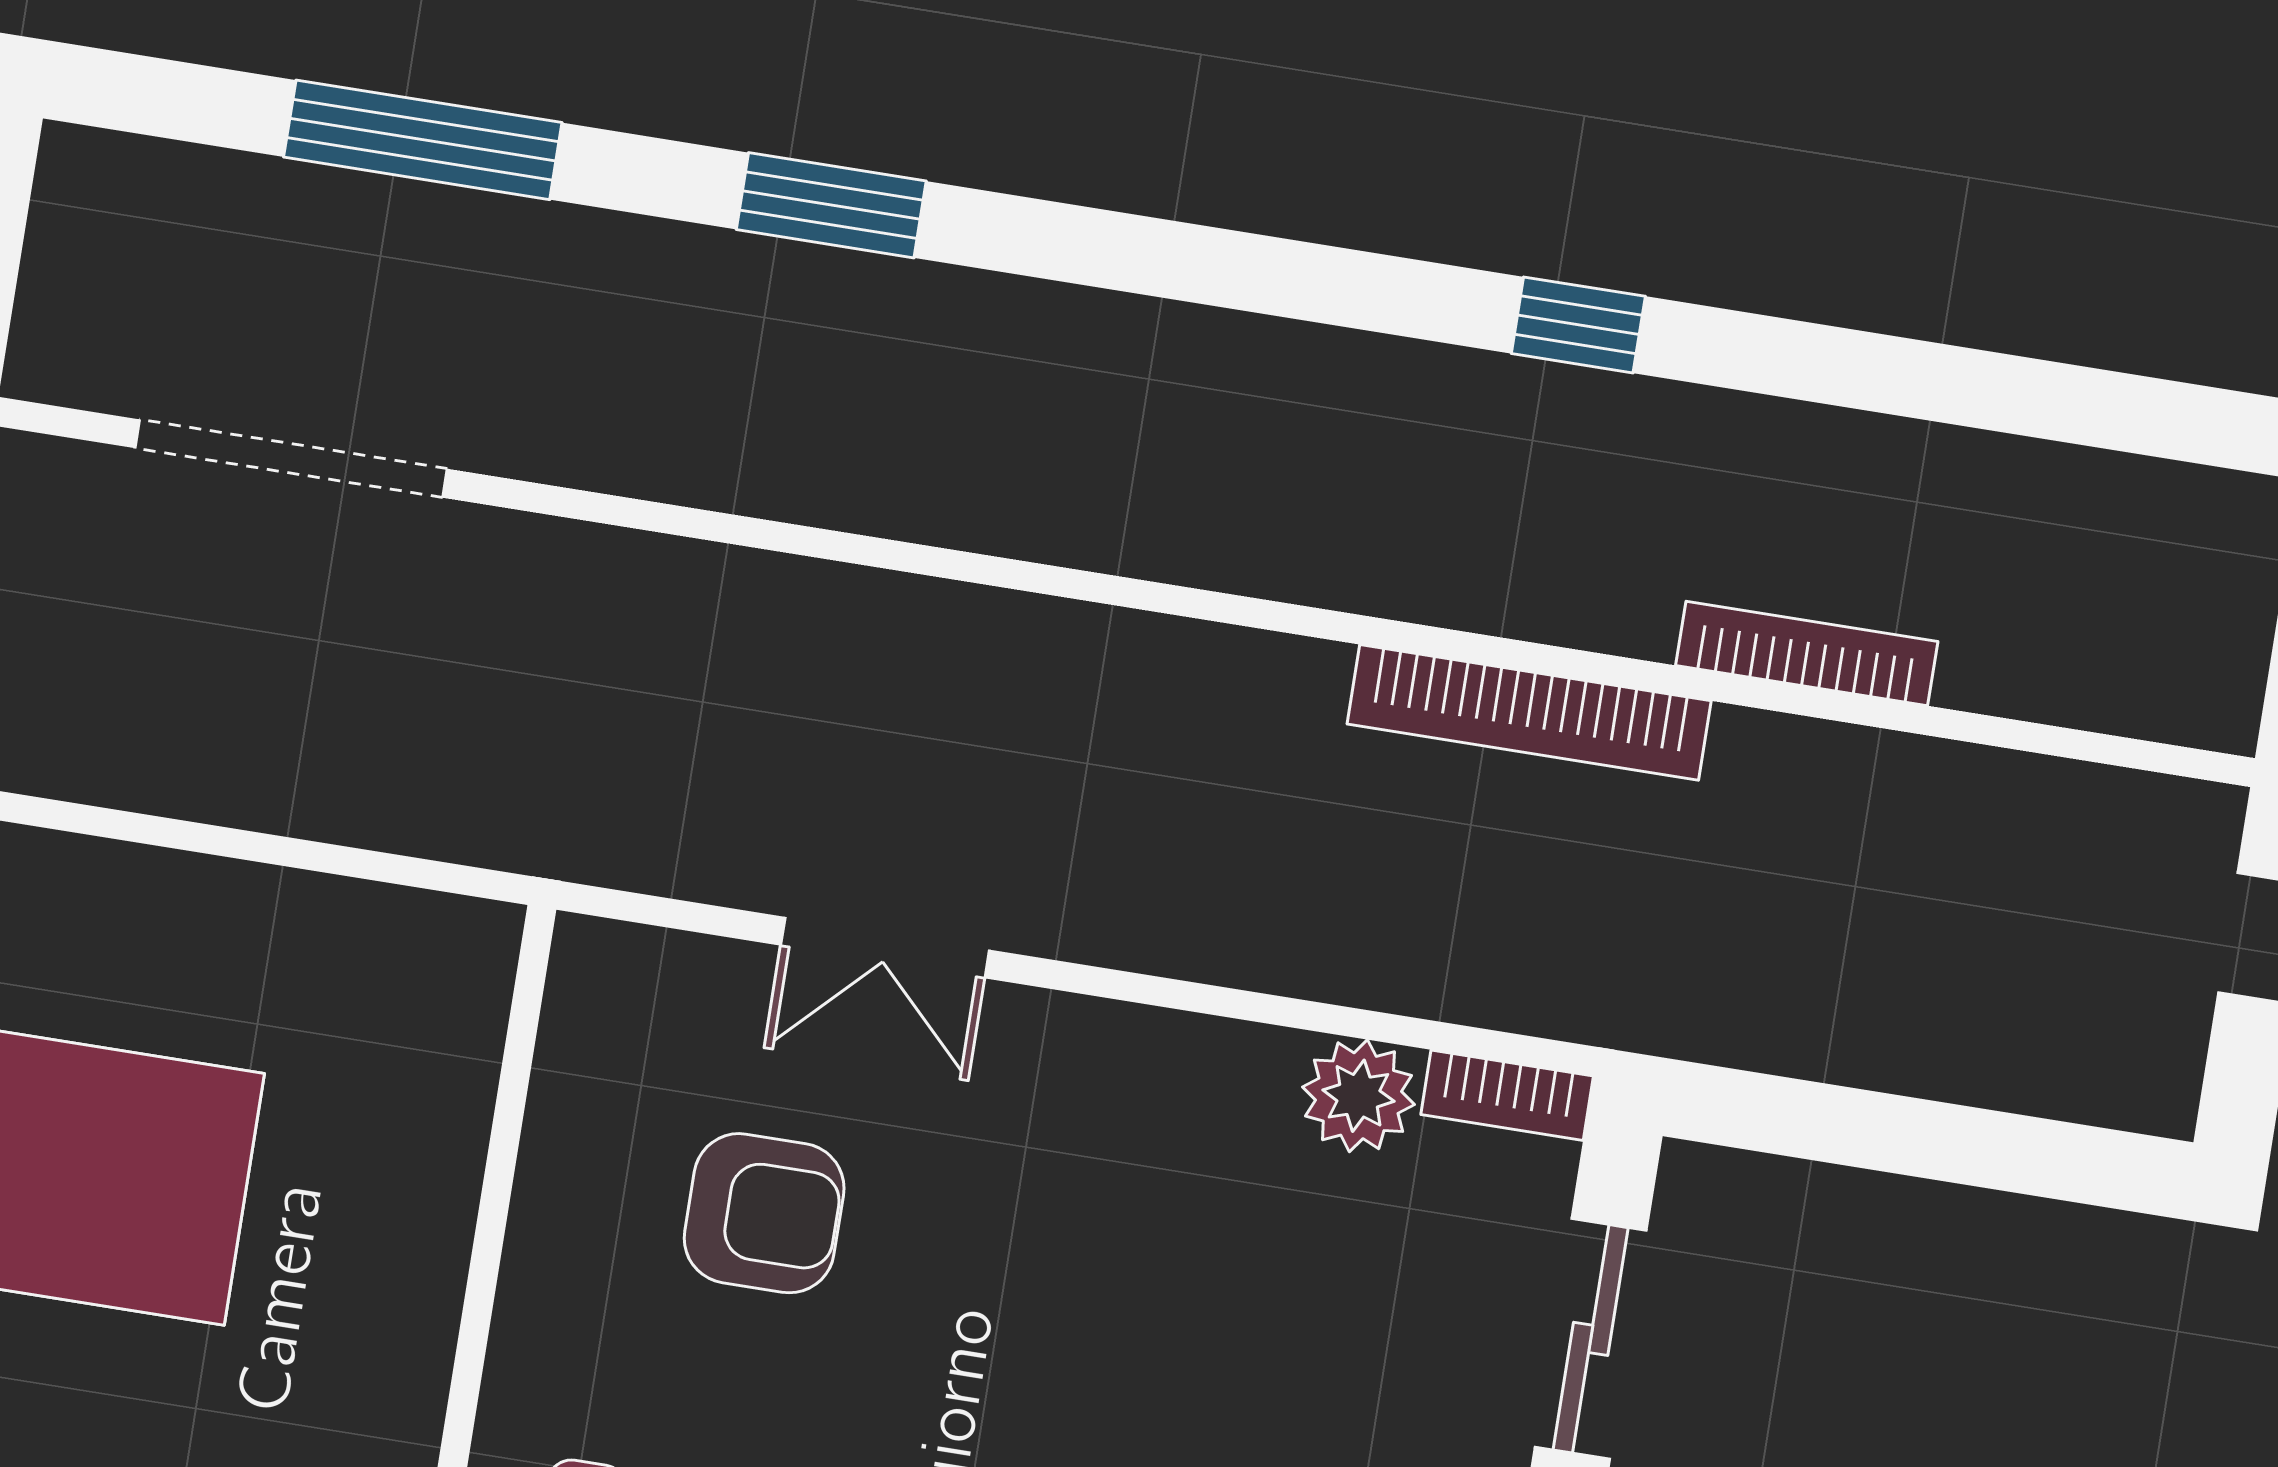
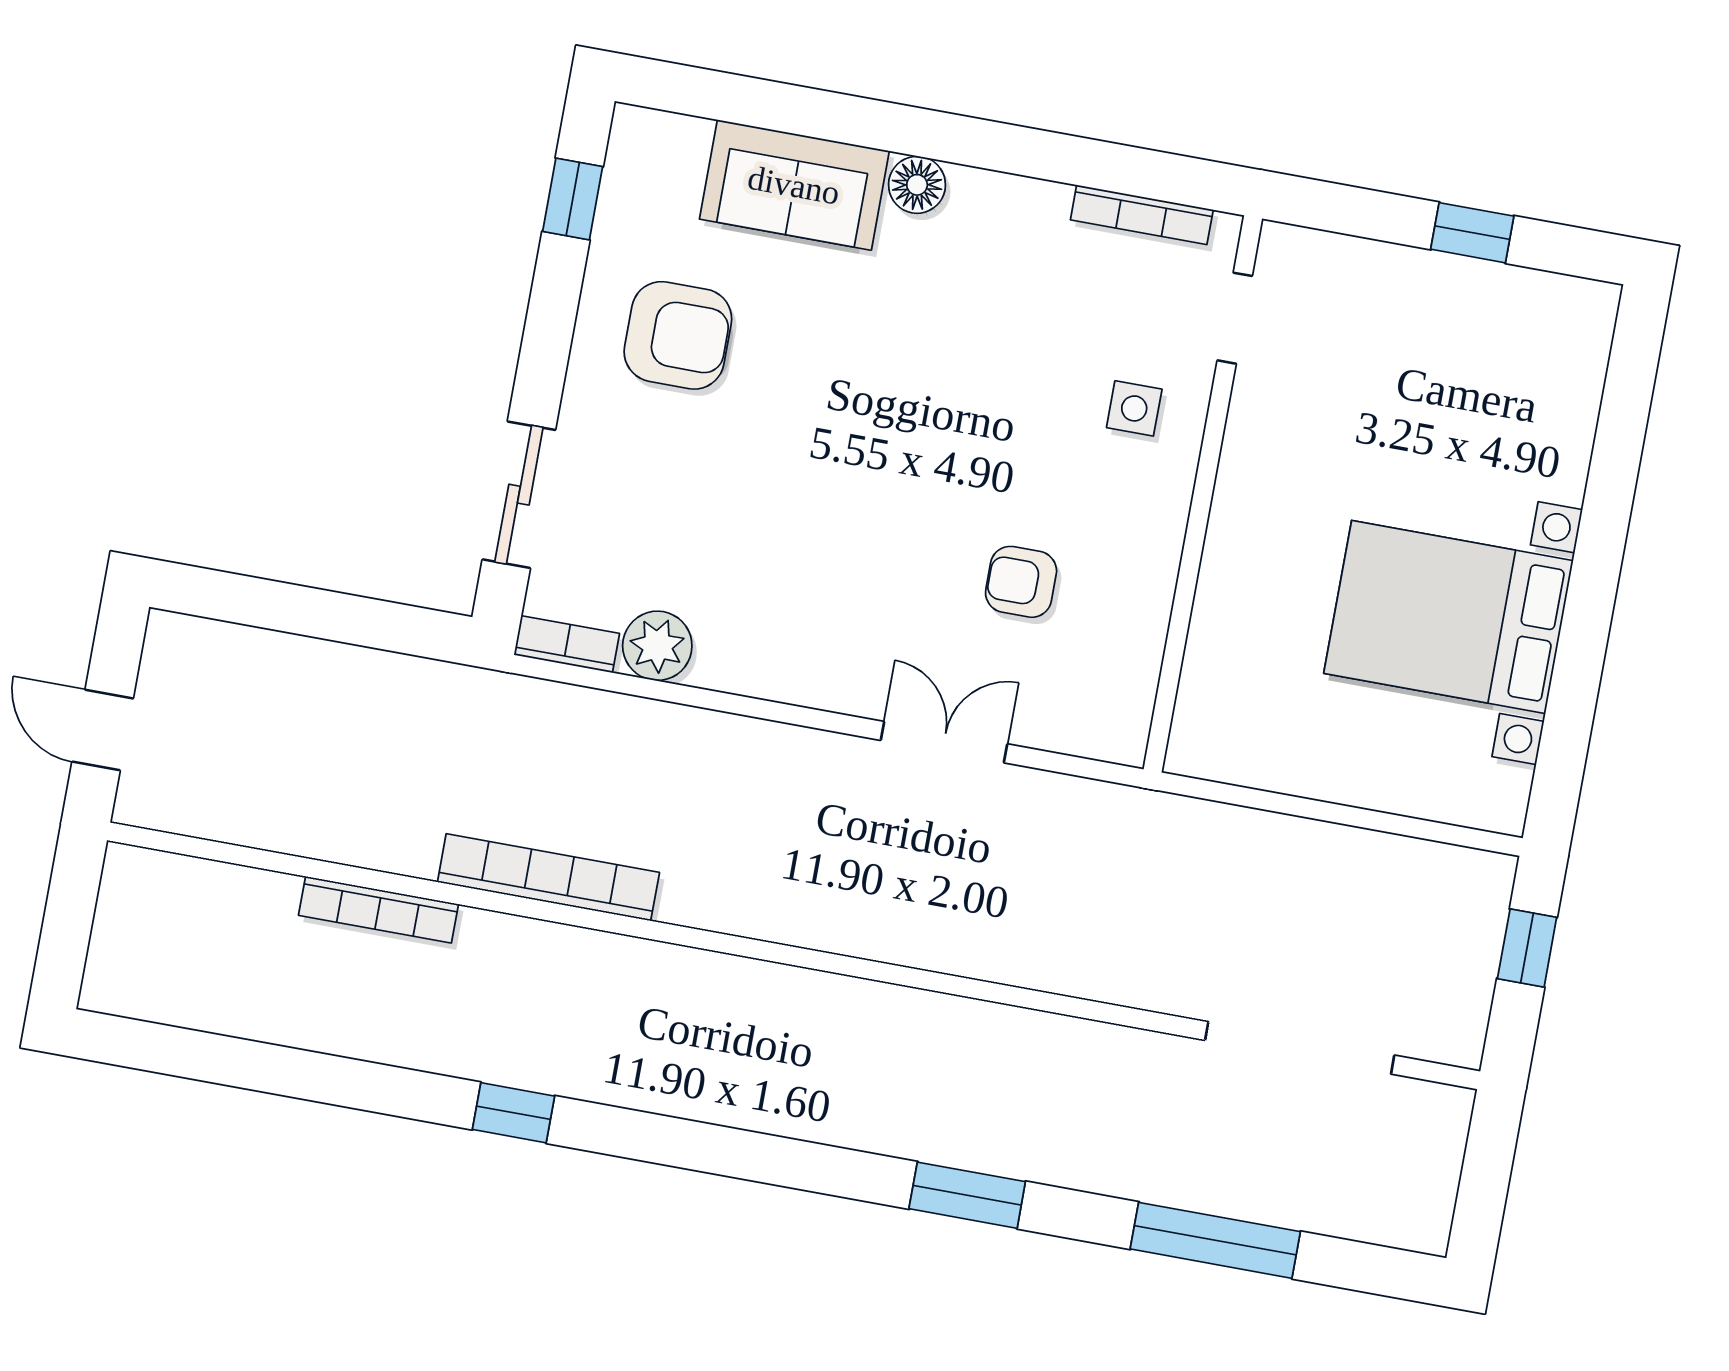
armchair: (764, 1213) -> (1021, 582), width x0.72, depth x0.72

